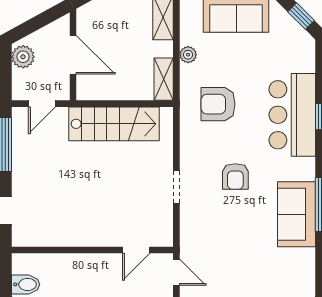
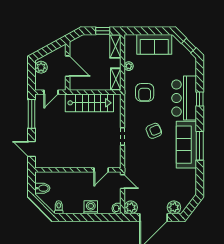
armchair: (218, 104) -> (145, 92), turned -90
armchair: (235, 177) -> (154, 131), turned -113
sofa: (296, 214) -> (186, 145), width x1.36

